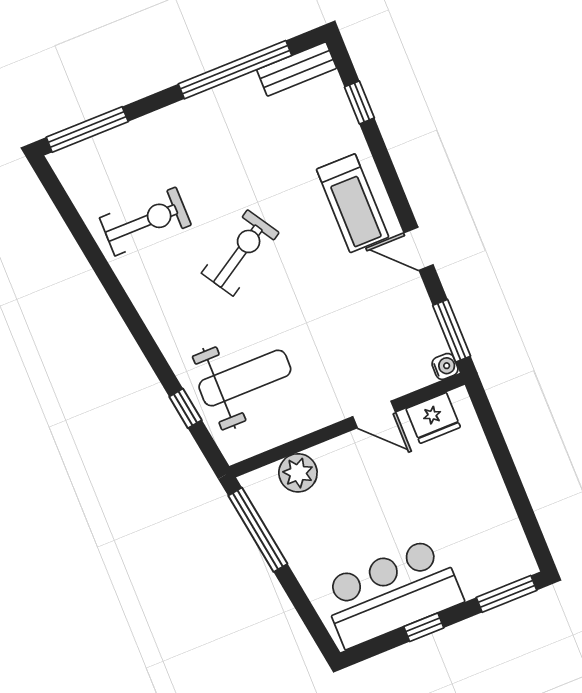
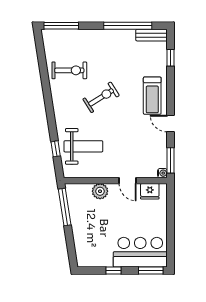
plant: (298, 473) -> (100, 191), moved
bar counter: (392, 593) -> (140, 252), moved

